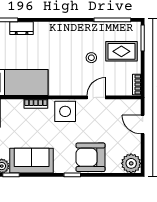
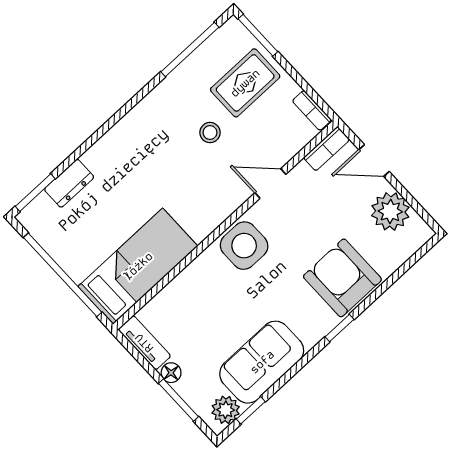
door: (96, 97) -> (270, 184), hinge flipped
bookcase: (36, 104) -> (327, 149), moved
armchair: (91, 157) -> (342, 278), turned 90
plant: (131, 163) -> (390, 211), moved

